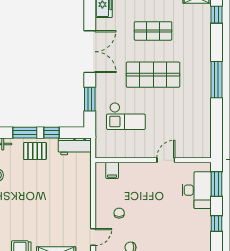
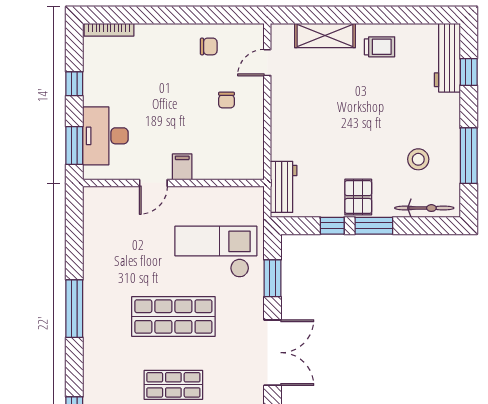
double door: (90, 52) -> (273, 353), swing flipped
checkout: (126, 116) -> (216, 252), width x1.36, depth x1.21
workbench: (75, 146) -> (284, 187), moved, turned 90
pallet: (35, 151) -> (358, 197), turned 90
filing cabinet: (112, 170) -> (182, 167), moved

